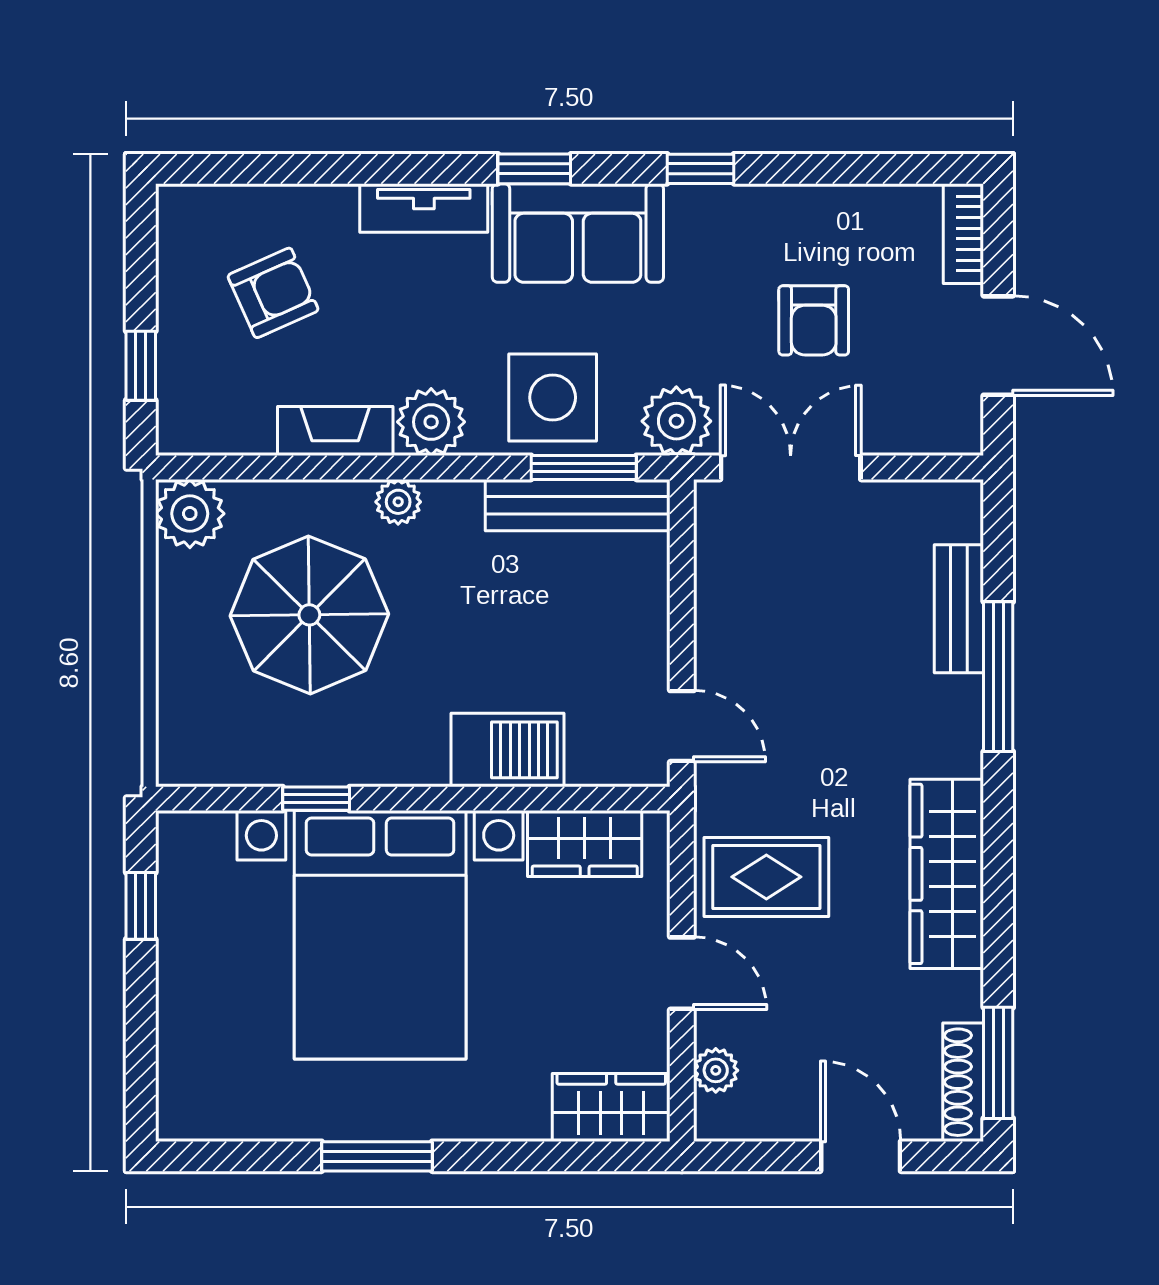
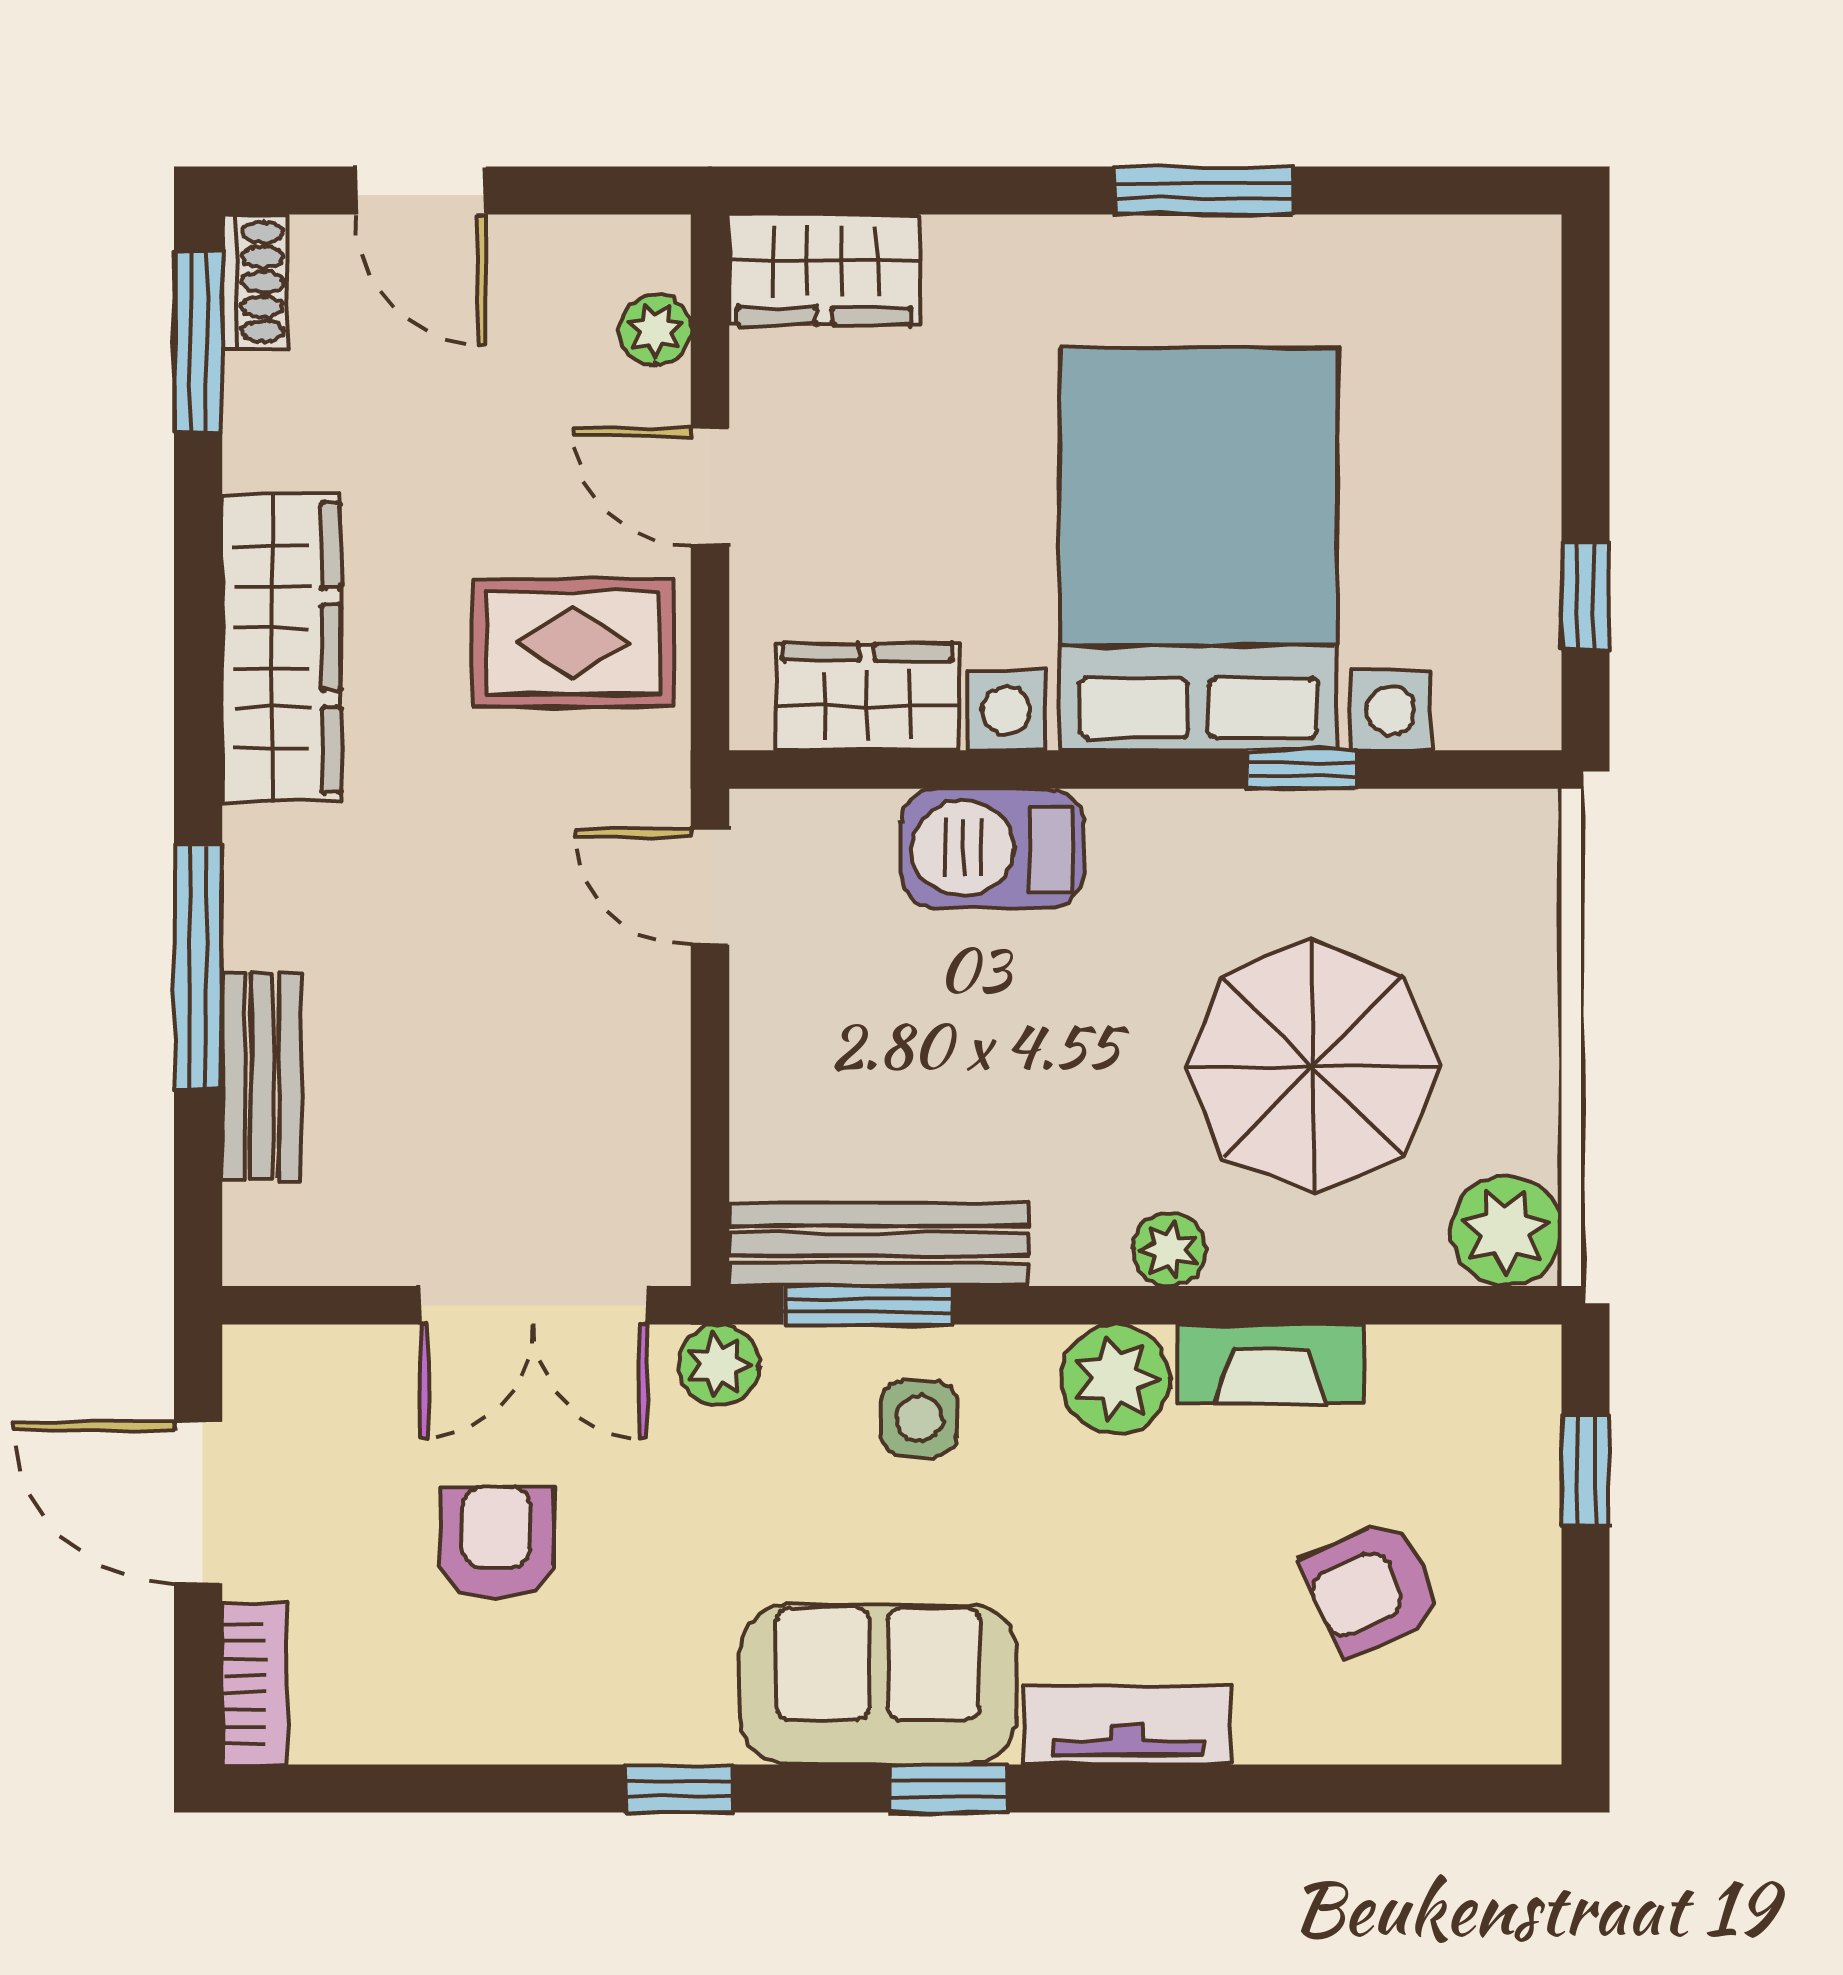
side table: (553, 397) -> (919, 1419), width x0.54, depth x0.54
plant: (676, 421) -> (719, 1365), width x0.73, depth x0.73
shoe rack: (963, 1082) -> (255, 282), width x0.70

